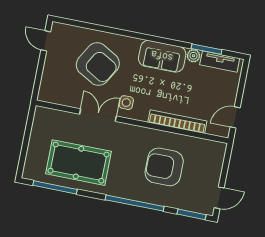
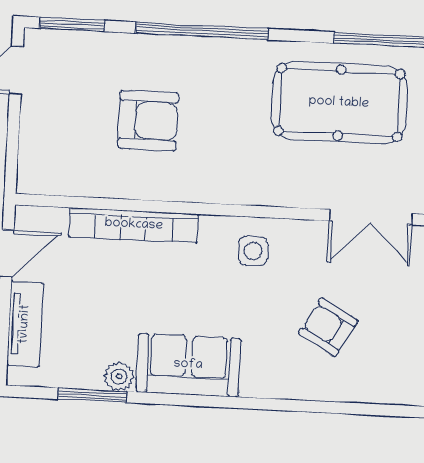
tv unit: (220, 62) -> (25, 324), moved, turned 90
armchair: (98, 64) -> (328, 327), width x0.53, depth x0.53
double door: (98, 115) -> (371, 217), moved
armchair: (164, 167) -> (148, 121), width x0.73, depth x0.73

